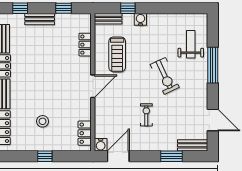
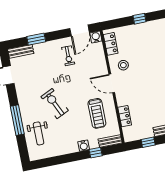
treadmill: (117, 54) -> (97, 113), turned 180
door: (93, 86) -> (112, 83), hinge flipped
exercise bike: (146, 115) -> (68, 56), moved
stool: (43, 121) -> (123, 65), moved

